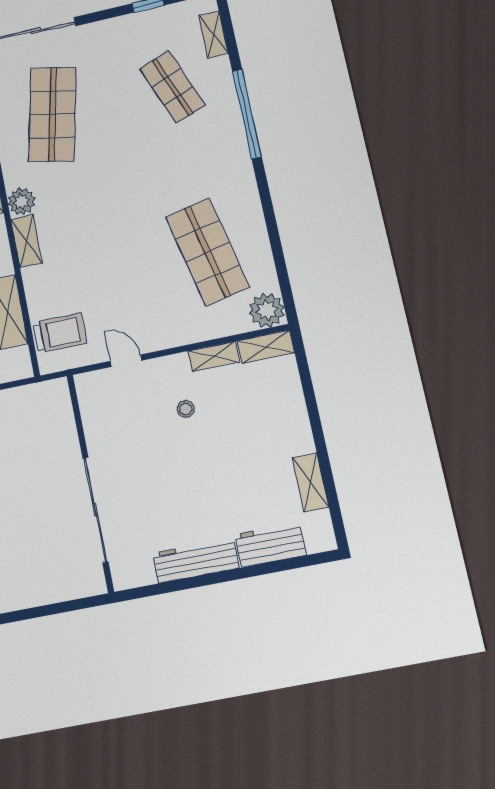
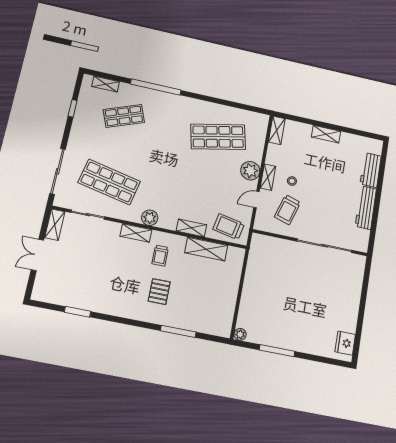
shelving: (26, 241) -> (191, 228), moved
plant: (267, 310) -> (250, 171), moved
trolley: (60, 333) -> (229, 227), turned -79
shelving: (214, 356) -> (268, 177), moved
trolley: (131, 421) -> (287, 210), added
shelving: (310, 482) -> (326, 134), moved

